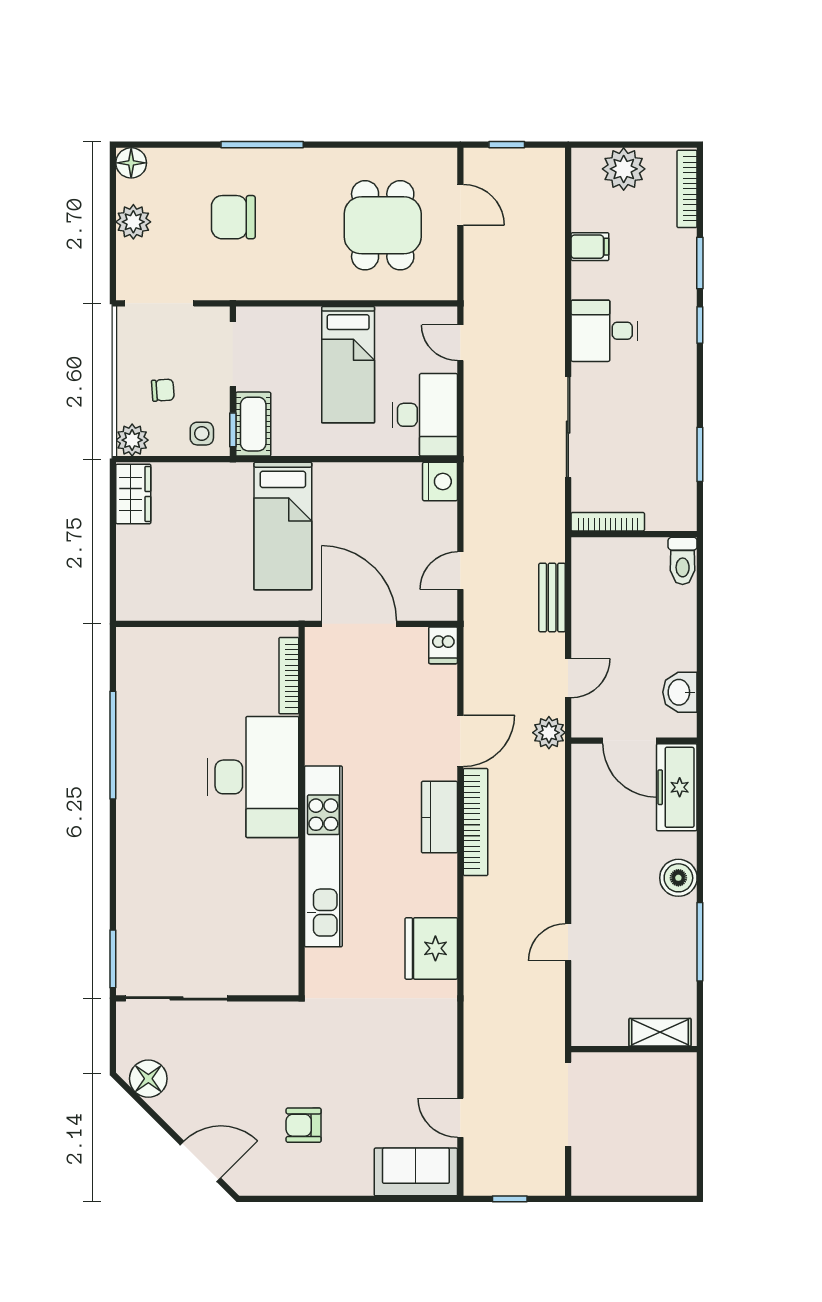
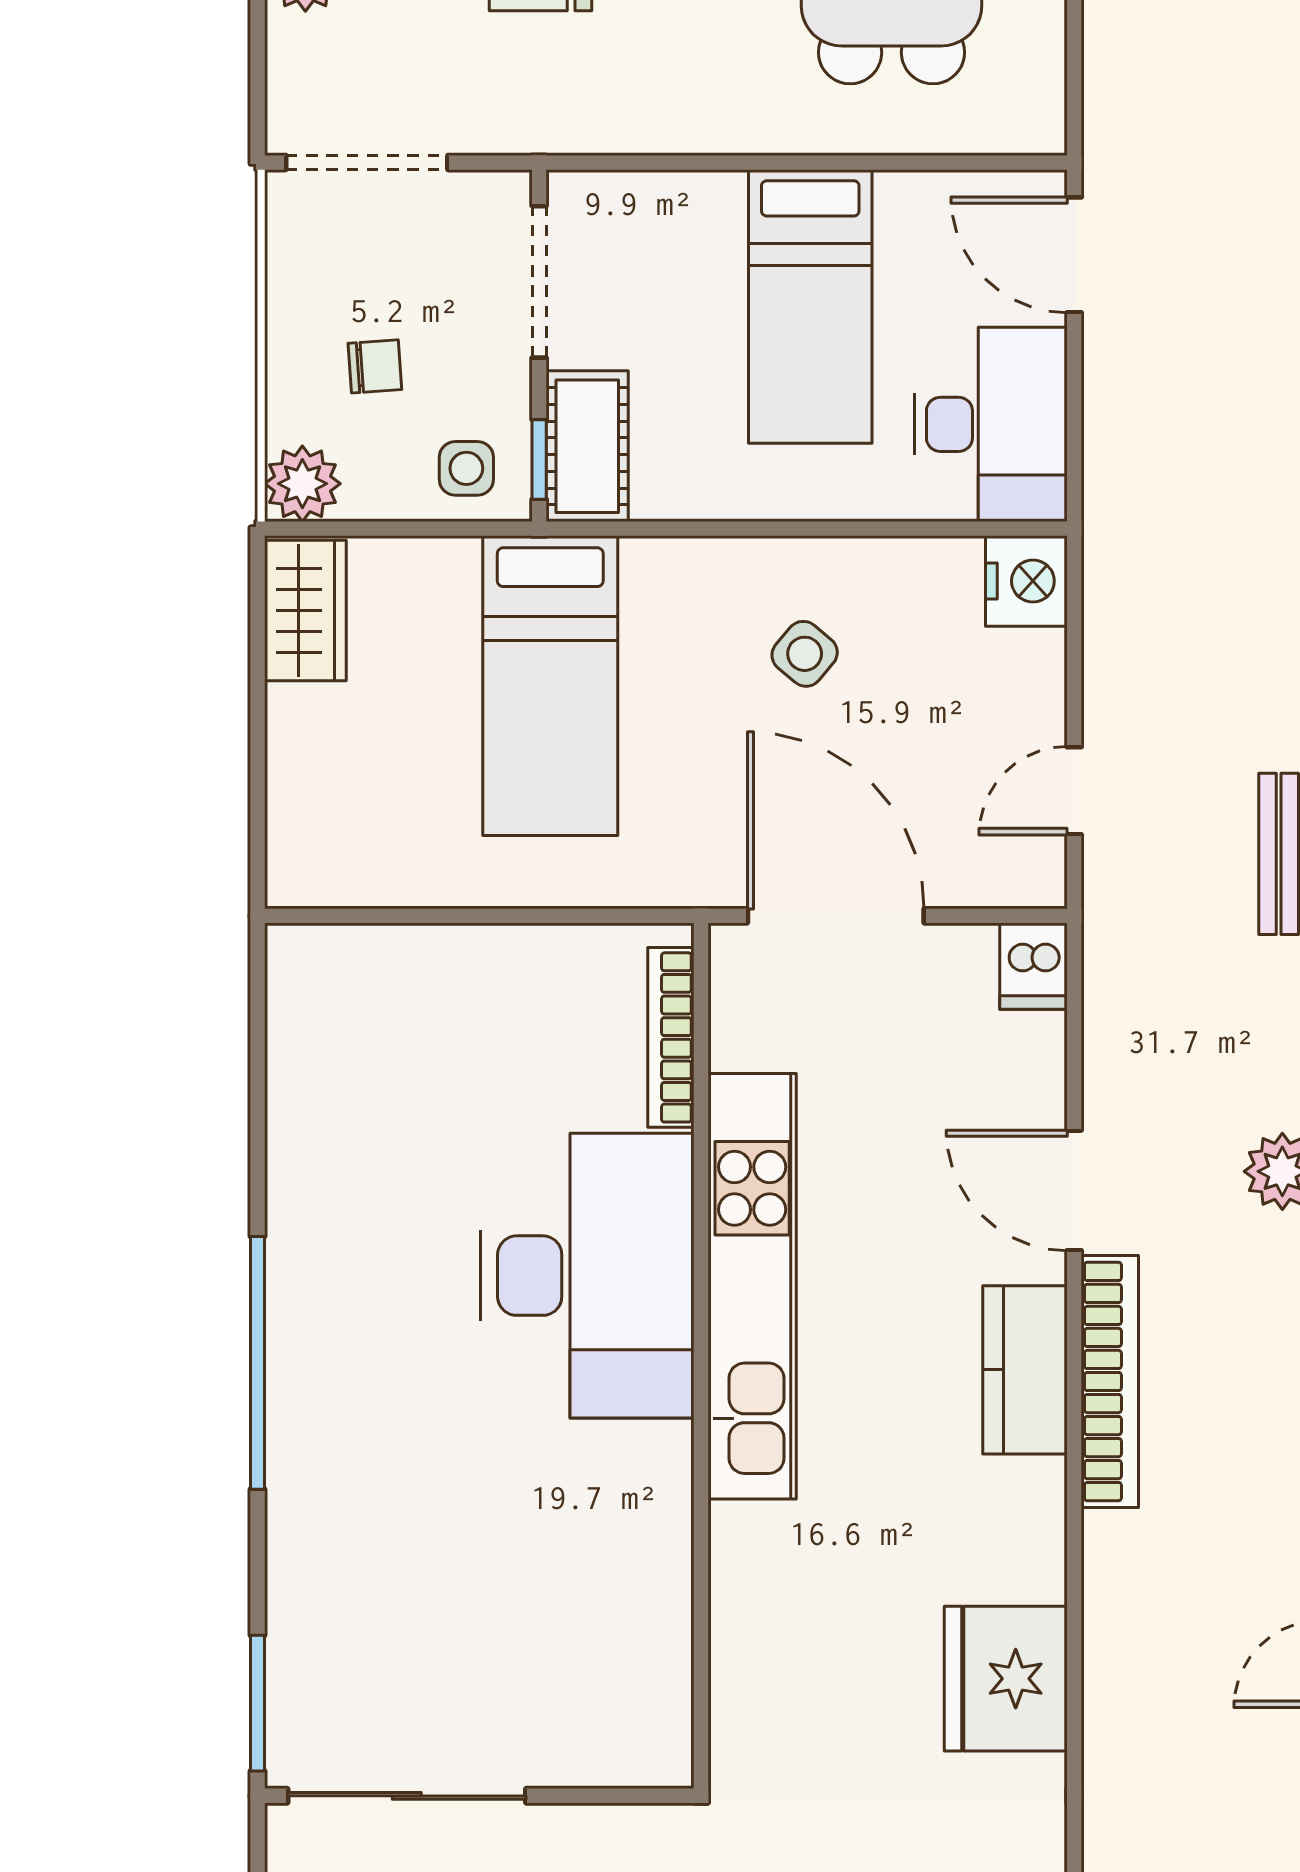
door: (460, 343) -> (1074, 255), width x1.38
side table: (346, 512) -> (805, 654), added
bed: (283, 526) -> (550, 686), moved
door: (460, 741) -> (1074, 1190), swing flipped
window: (113, 745) -> (258, 1363), moved
kitchen unit: (323, 856) -> (752, 1286), moved

